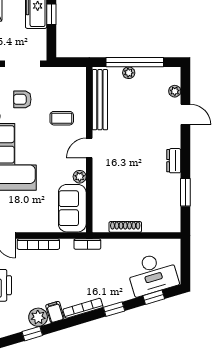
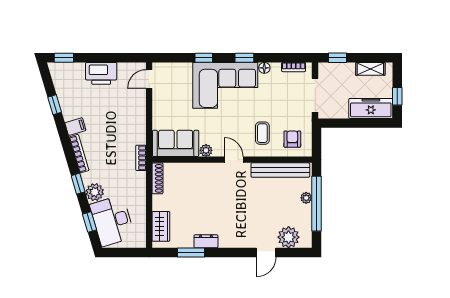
window: (51, 14) -> (363, 123), removed
plant: (175, 91) -> (289, 237), width x1.87, depth x1.87
armchair: (22, 99) -> (292, 139), moved
dresser: (174, 161) -> (206, 241), moved
wardrobe: (158, 223) -> (161, 226), added
shoe rack: (125, 227) -> (157, 178), moved
bookcase: (38, 244) -> (141, 111), removed
plant: (38, 317) -> (95, 192), moved

